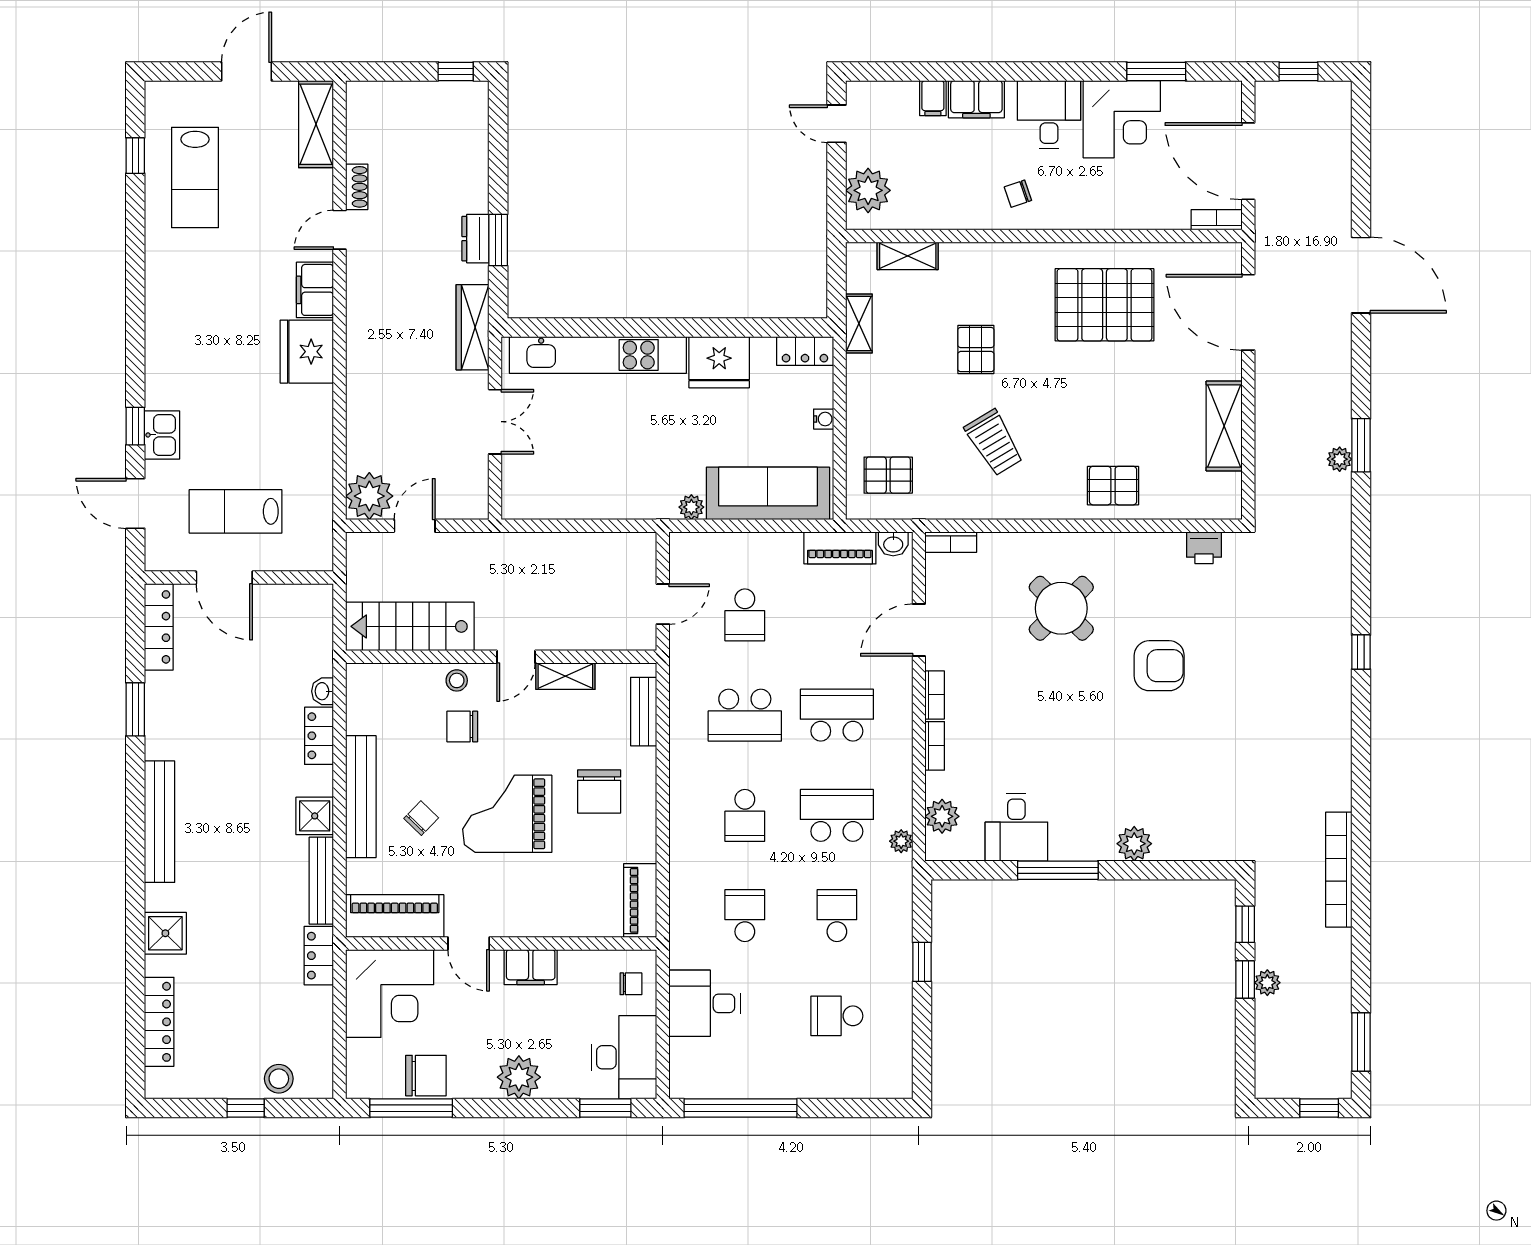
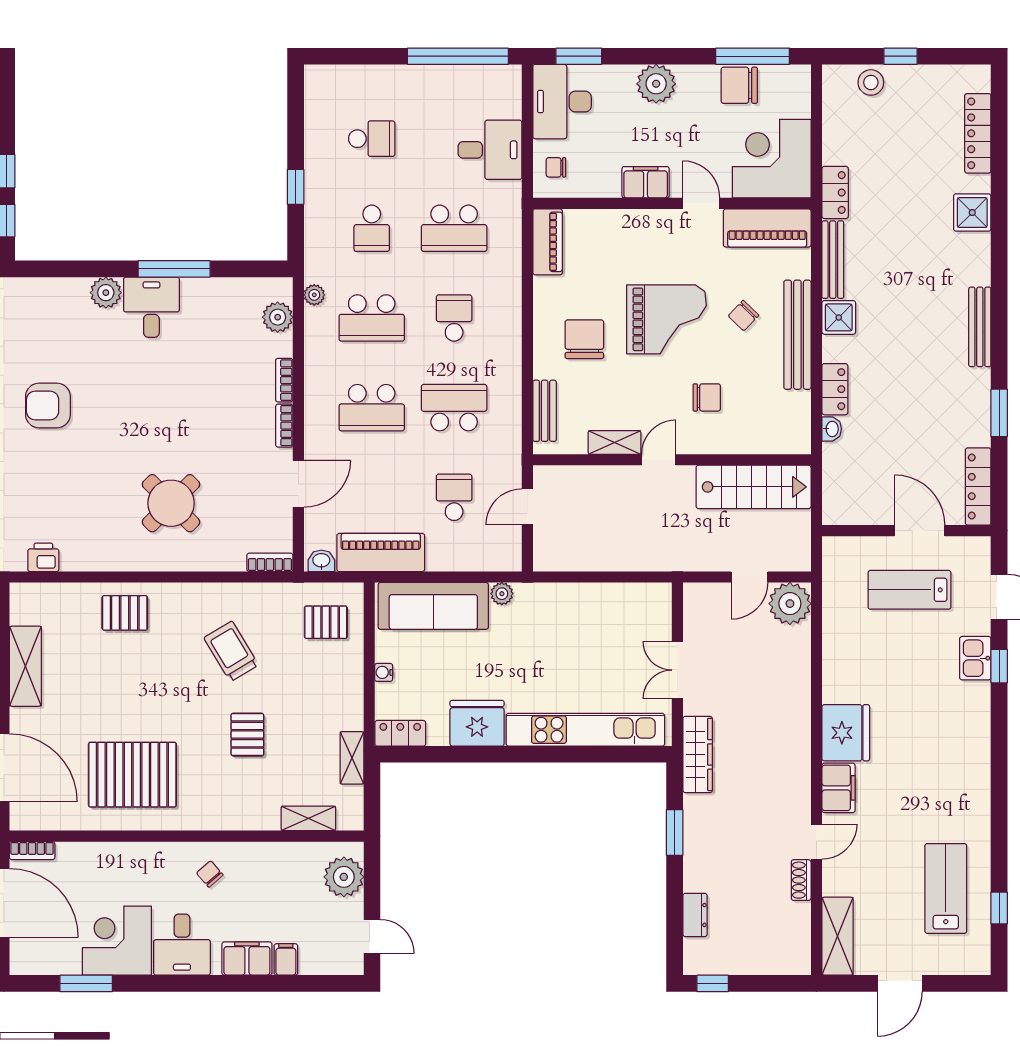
chair: (1018, 194) -> (210, 874), turned -112
dresser: (475, 239) -> (695, 915), moved
lab bench: (236, 511) -> (909, 590), turned 180
piano: (840, 548) -> (381, 552), width x1.37, depth x1.33
armchair: (1159, 666) -> (48, 405), moved
stool: (457, 680) -> (712, 439), removed
bench: (160, 822) -> (980, 327), width x0.73, depth x0.82
desk: (1016, 827) -> (151, 307), moved
school desk: (745, 916) -> (454, 228), width x1.85

